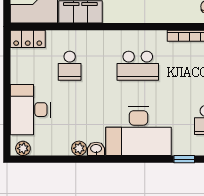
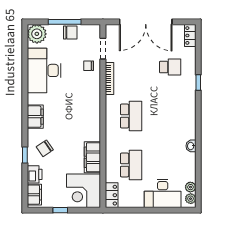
school desk: (70, 66) -> (131, 165), width x1.85
desk: (138, 131) -> (178, 115), removed
plant: (79, 148) -> (190, 187), moved

